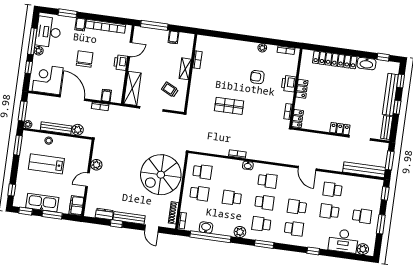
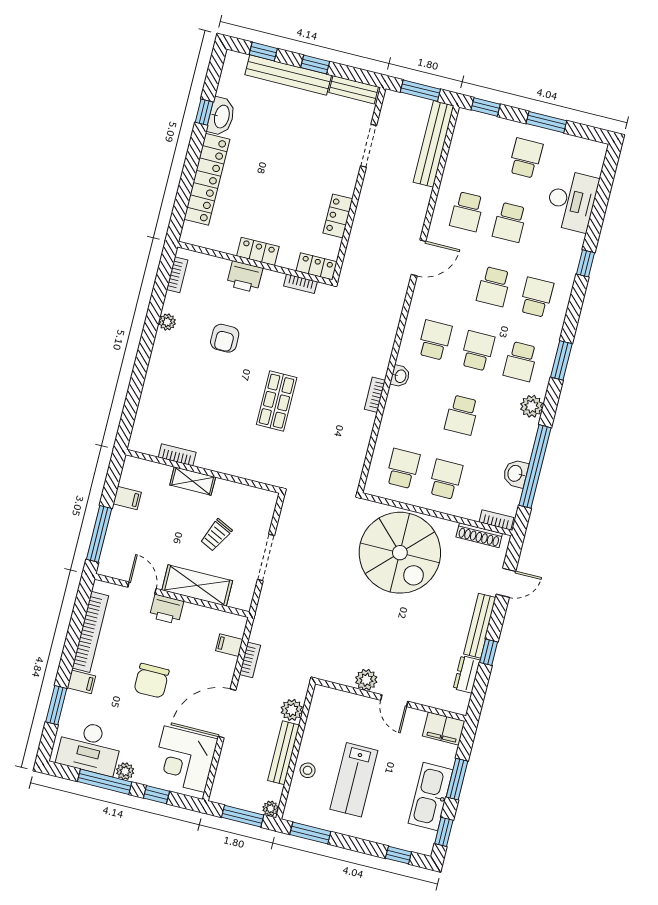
window: (383, 57) -> (204, 112), moved
chair: (85, 59) -> (151, 681), turned -90
shelving: (132, 88) -> (197, 585), moved
trolley: (170, 90) -> (216, 535), moved
locker: (340, 129) -> (338, 216), moved
plant: (363, 249) -> (592, 163), removed

